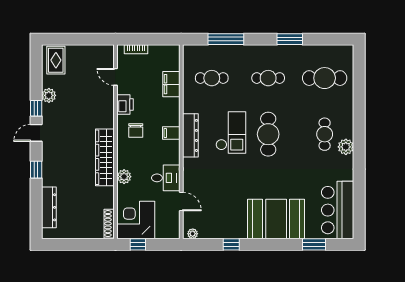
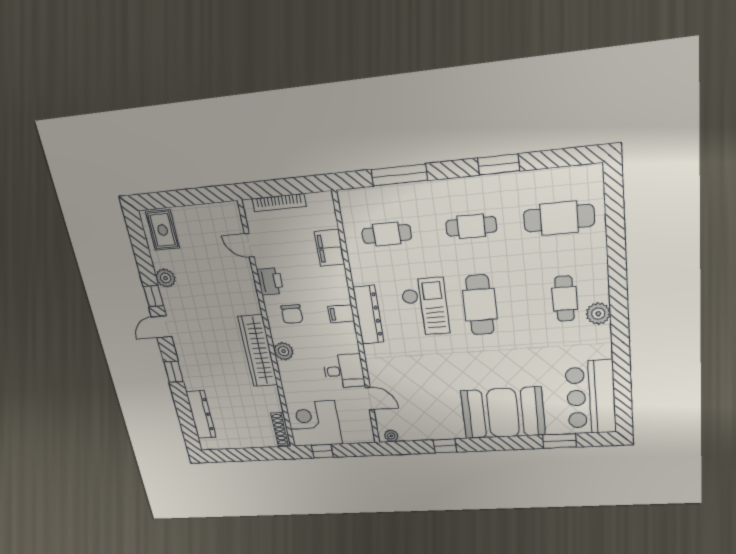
bookcase: (136, 49) -> (279, 203), width x1.56
plant: (124, 177) -> (284, 351), moved

